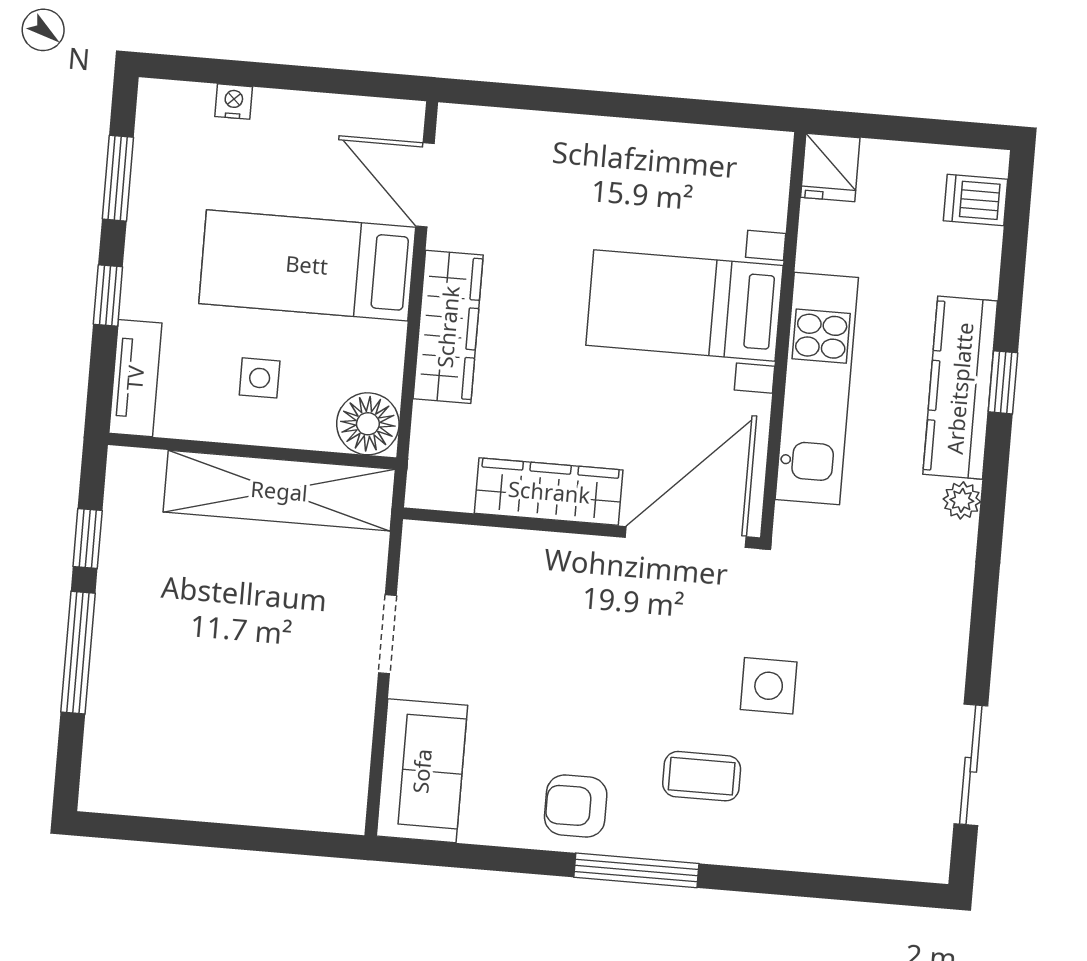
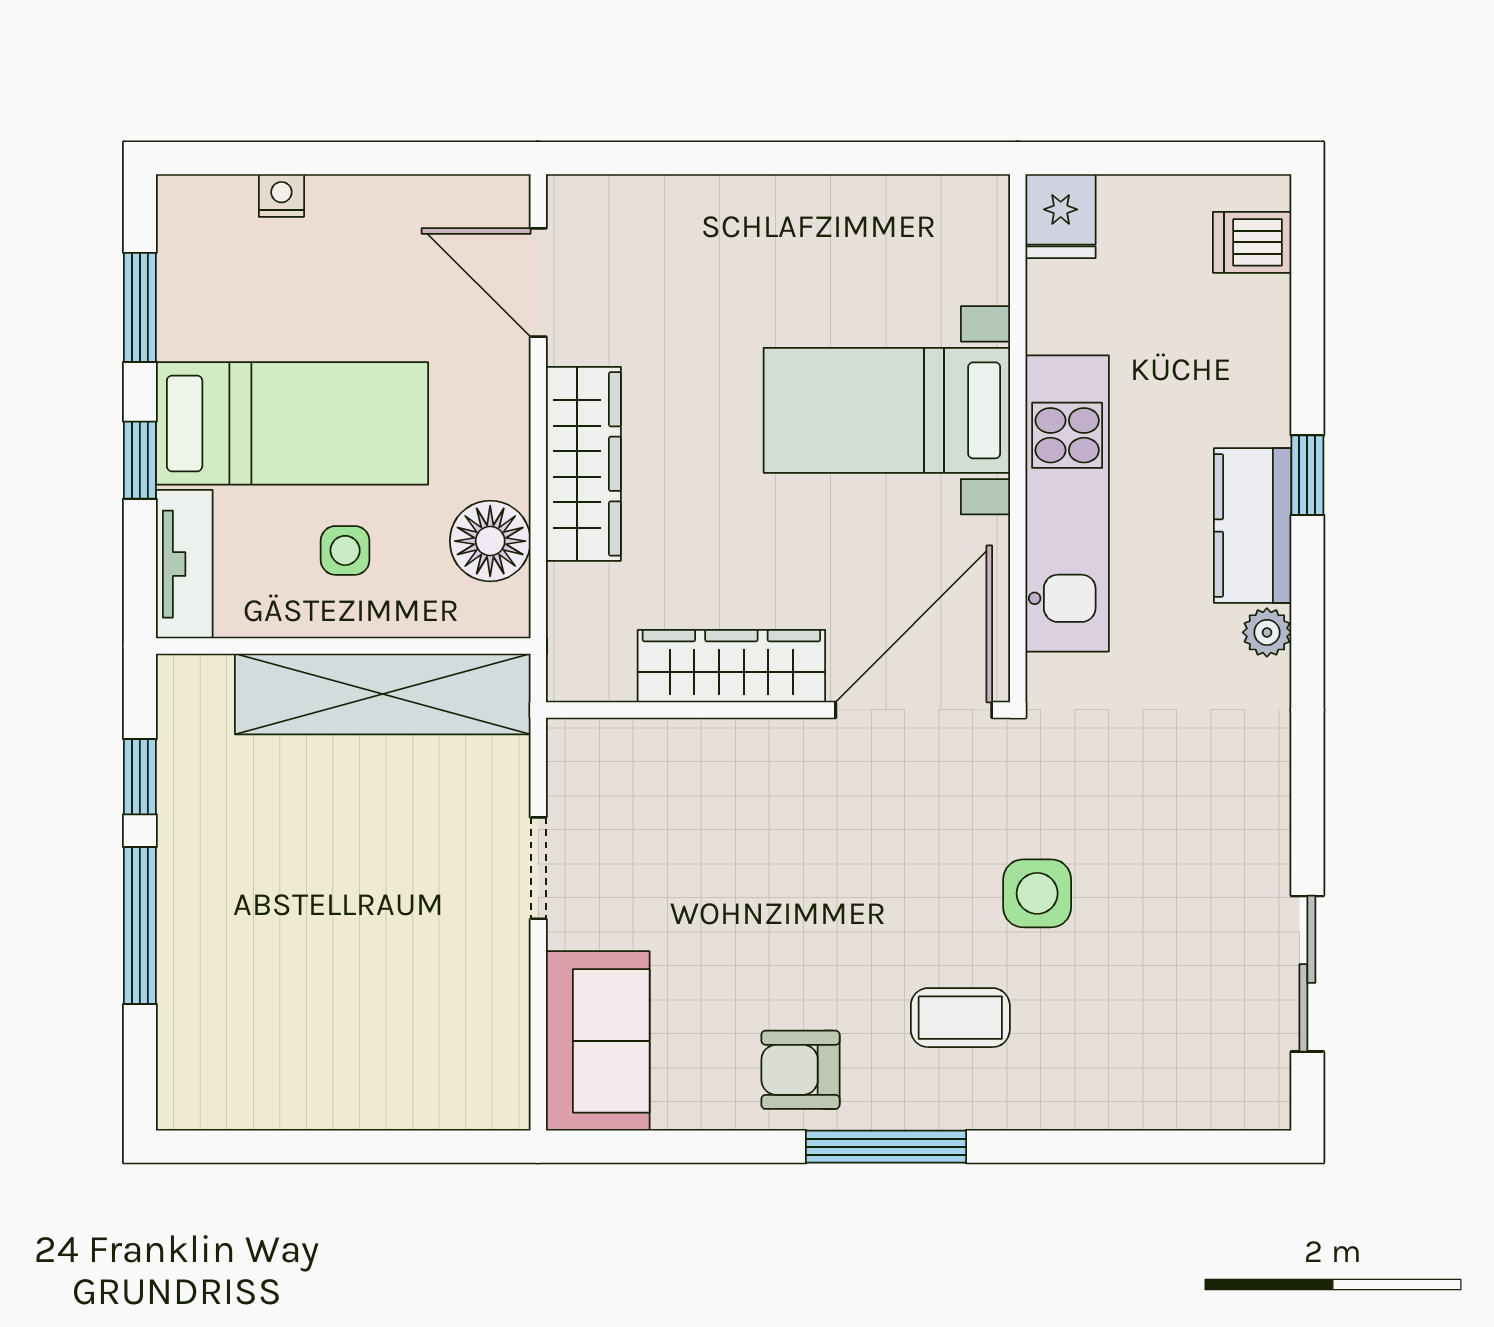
bed: (307, 265) -> (292, 423), moved, turned 180
kitchen counter: (960, 388) -> (1253, 525), width x0.67
floor lamp: (368, 424) -> (490, 541), moved

